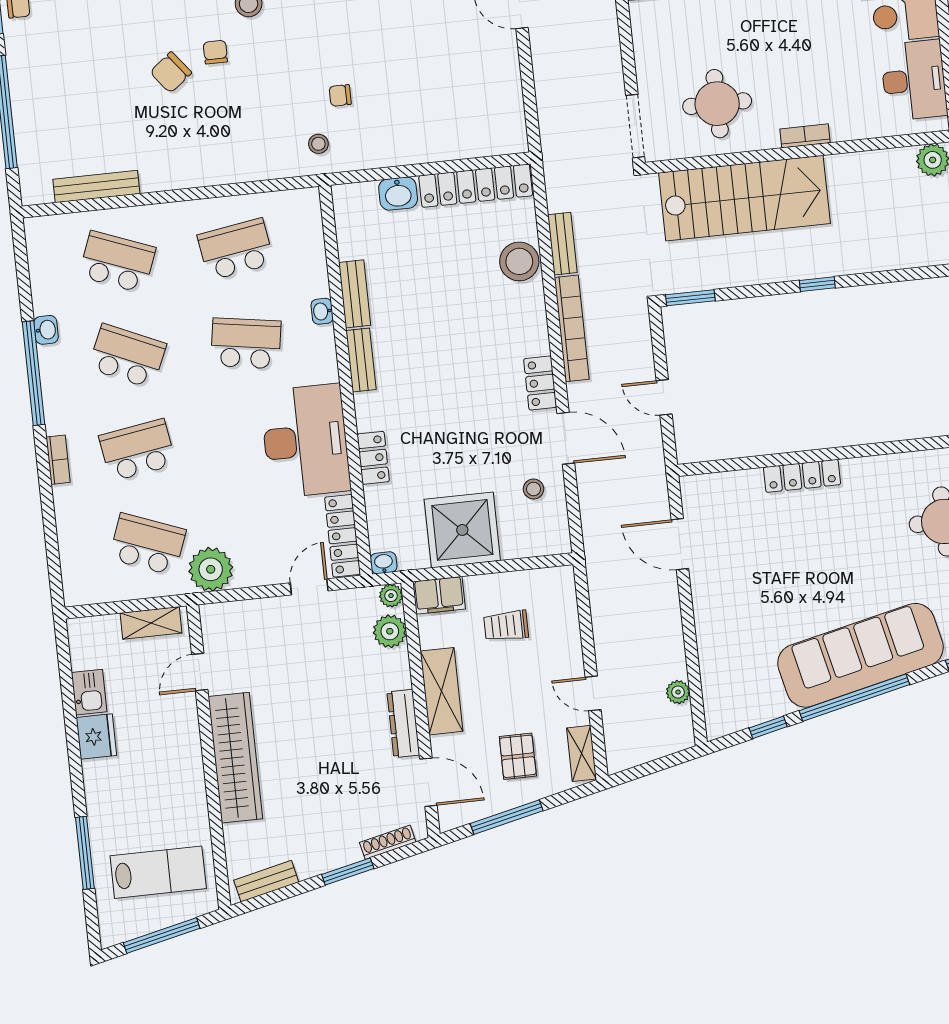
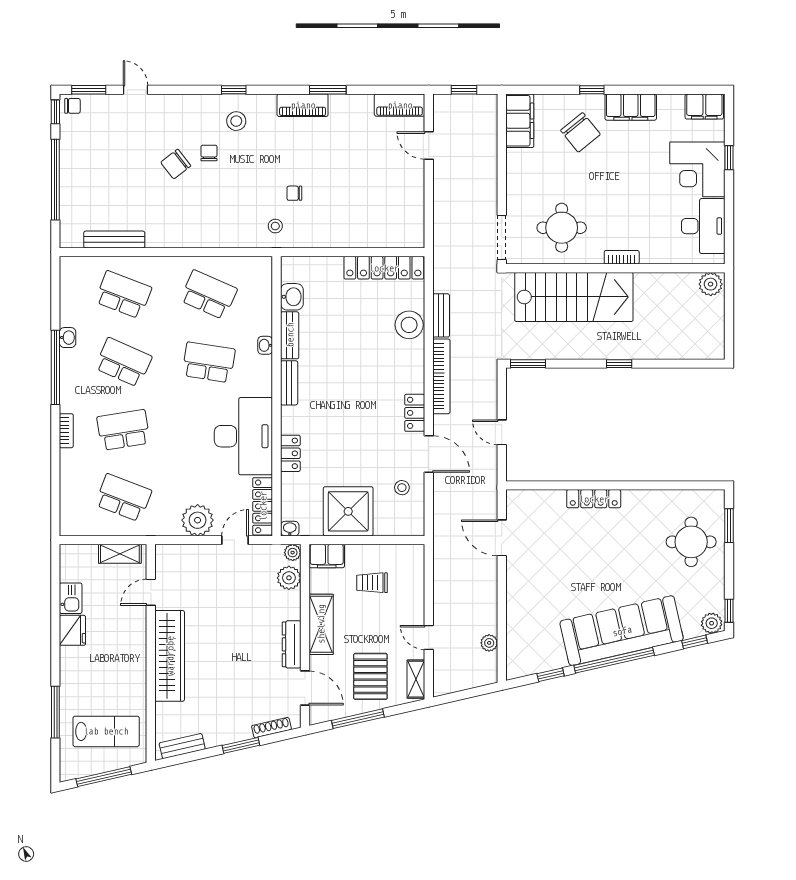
washbasin: (398, 194) -> (292, 297), moved, turned -90
school desk: (236, 249) -> (209, 295), turned 33
plant: (211, 569) -> (198, 520), moved
pallet: (518, 756) -> (370, 676), width x1.50, depth x1.42

